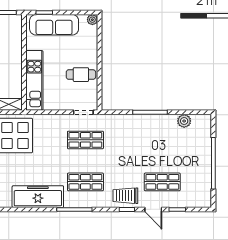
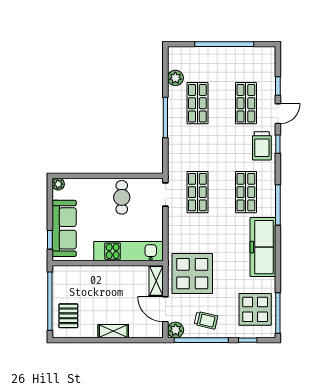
shop shelf: (162, 140) -> (197, 103), added

